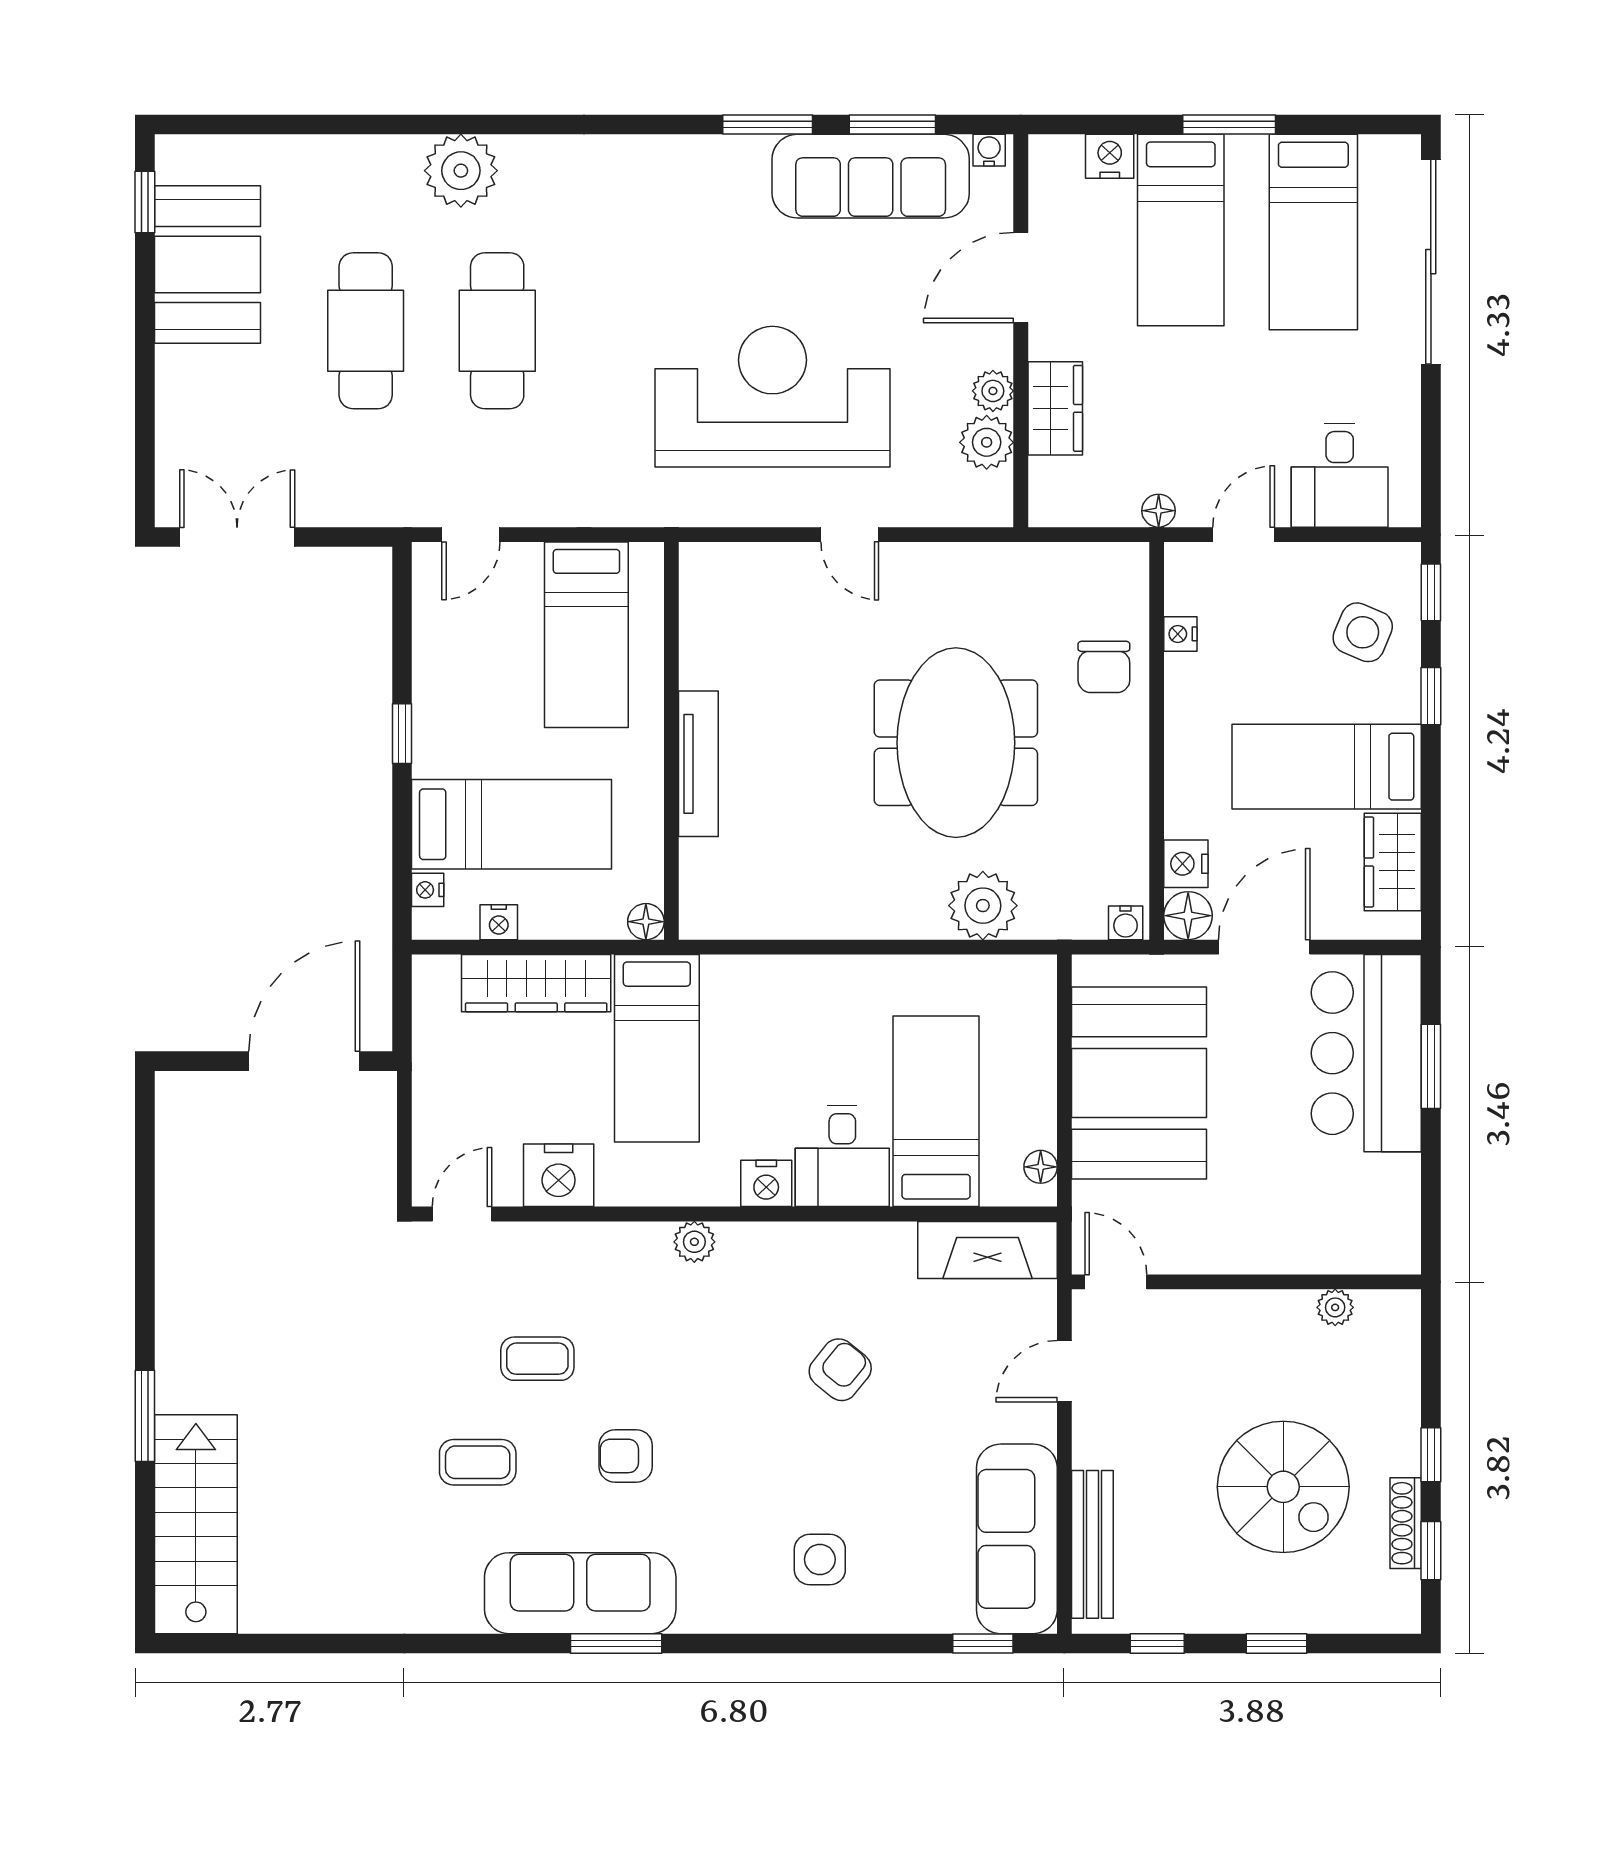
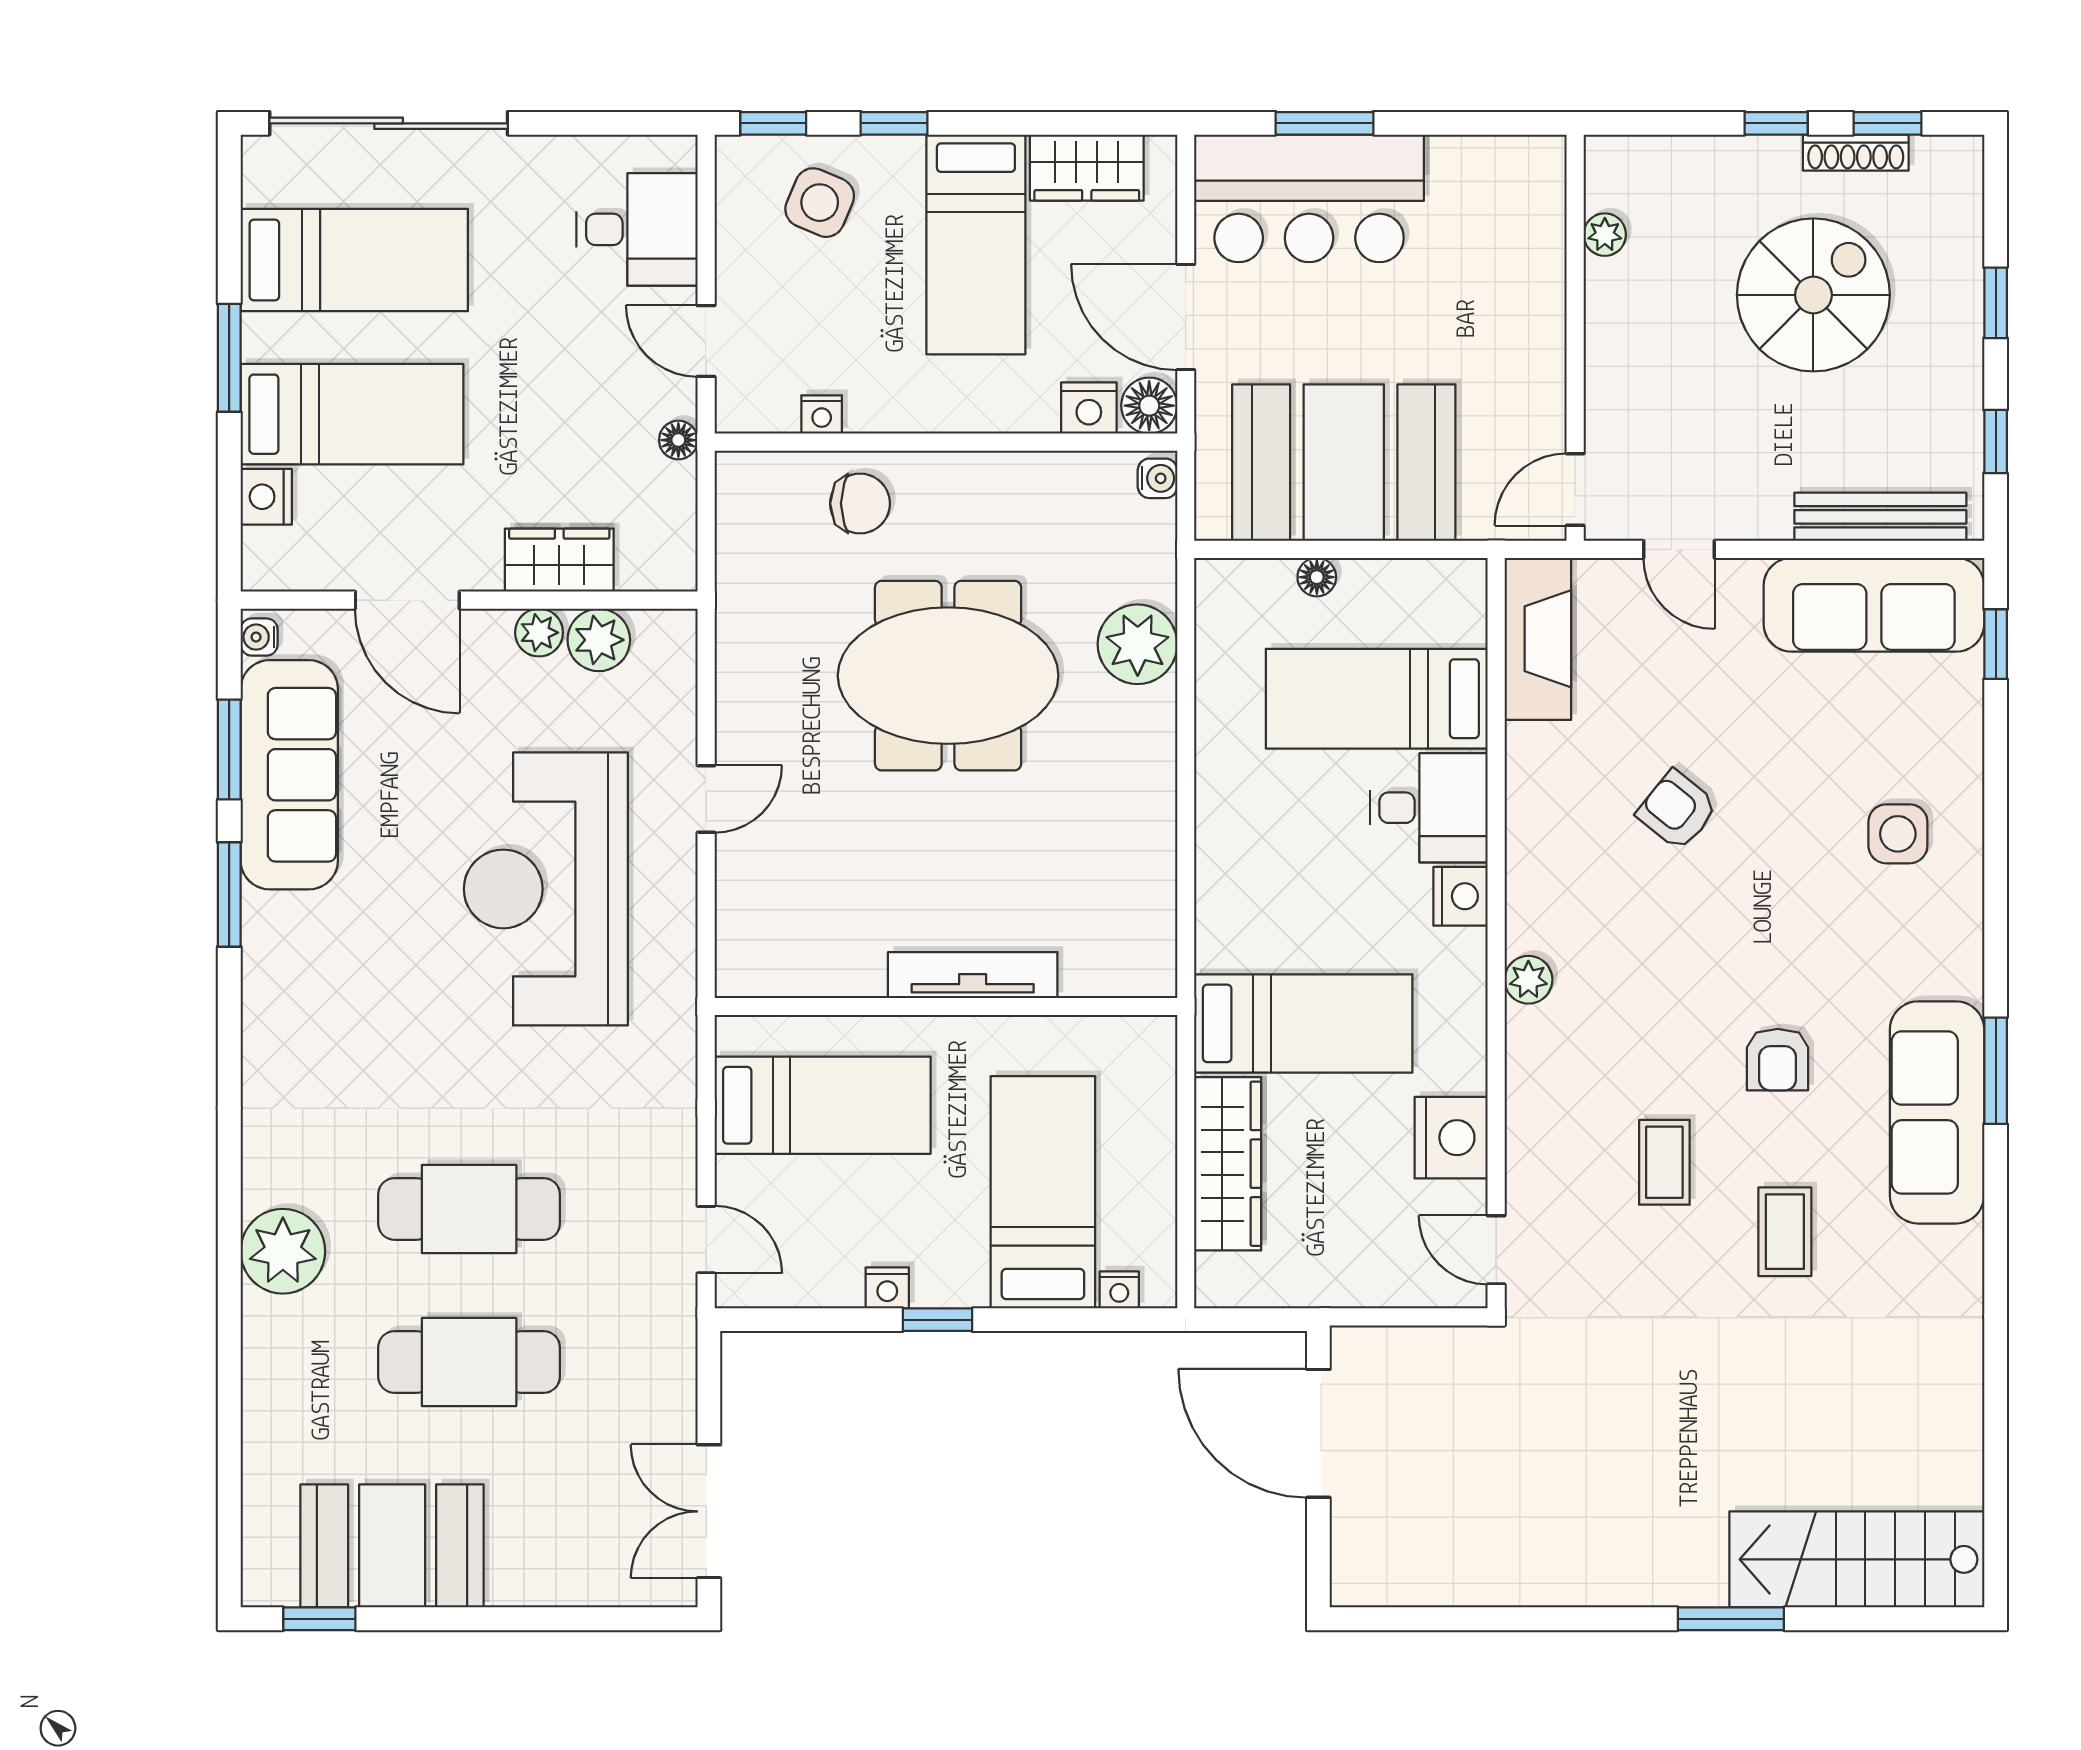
nightstand: (499, 922) -> (887, 1288), moved, turned 90
floor lamp: (646, 922) -> (1156, 1036), removed
floor lamp: (1041, 1167) -> (1317, 577), moved

